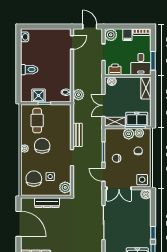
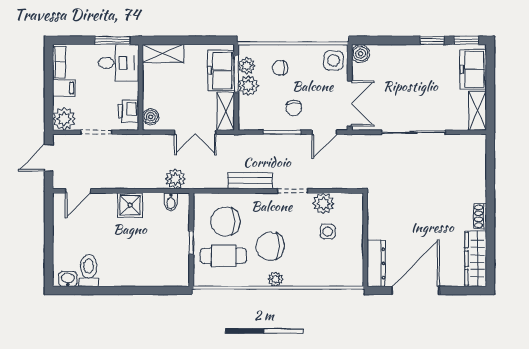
door: (72, 42) -> (78, 191), swing flipped
toilet: (29, 70) -> (89, 270), moved
shower: (38, 96) -> (130, 205), moved
chair: (34, 179) -> (225, 222), moved
plant: (65, 187) -> (323, 203), moved
dresser: (47, 203) -> (376, 263), moved

